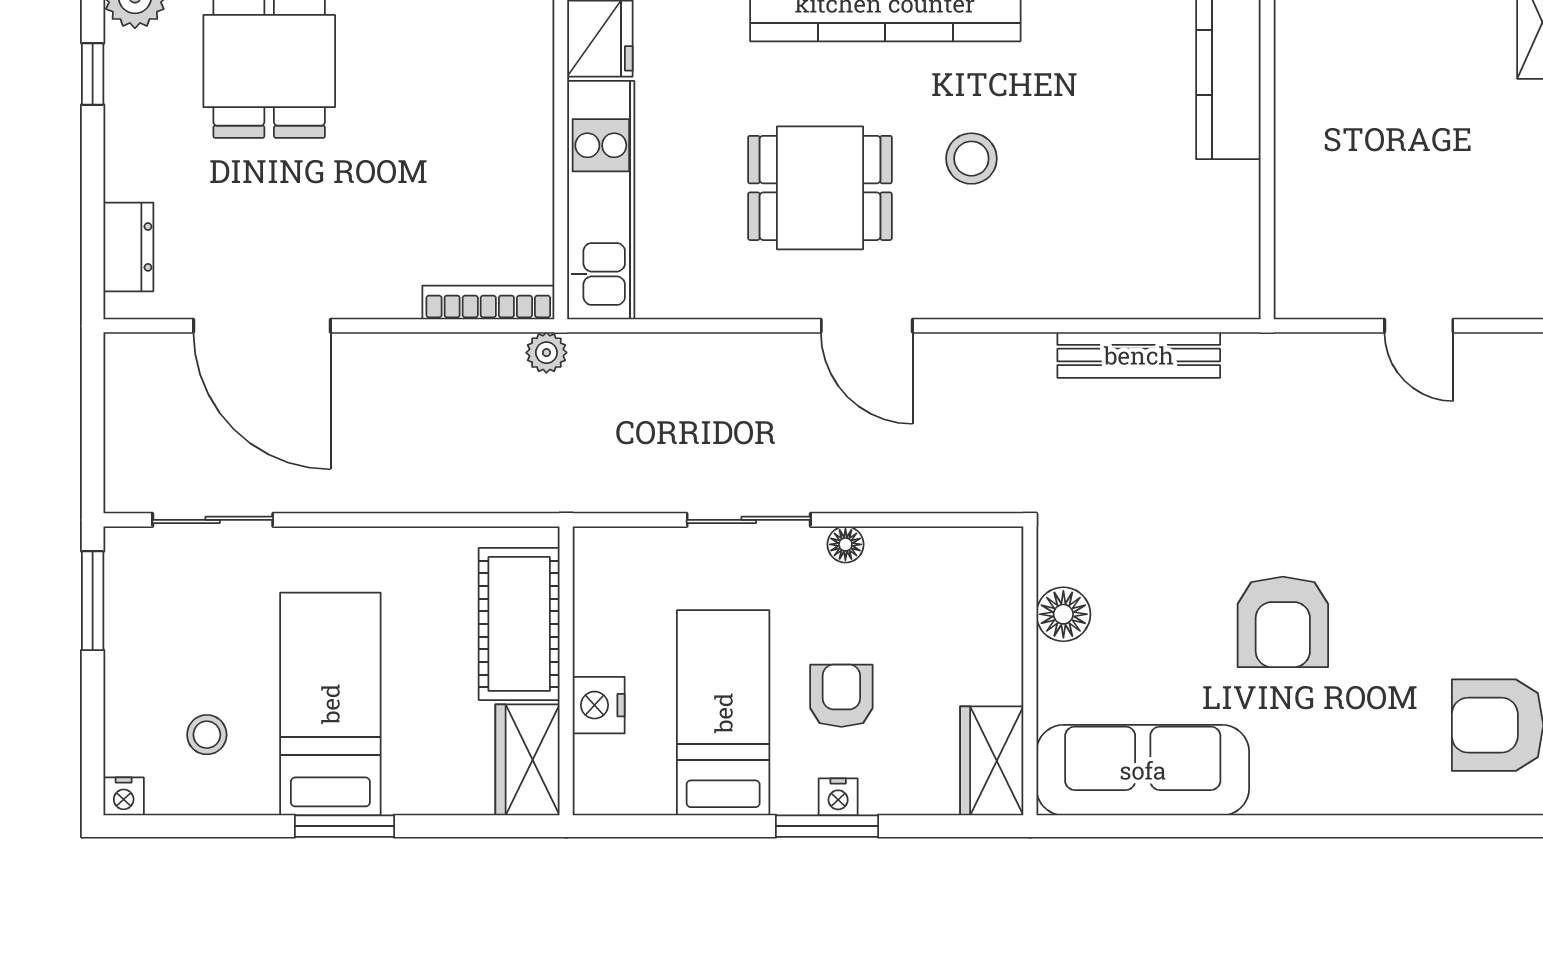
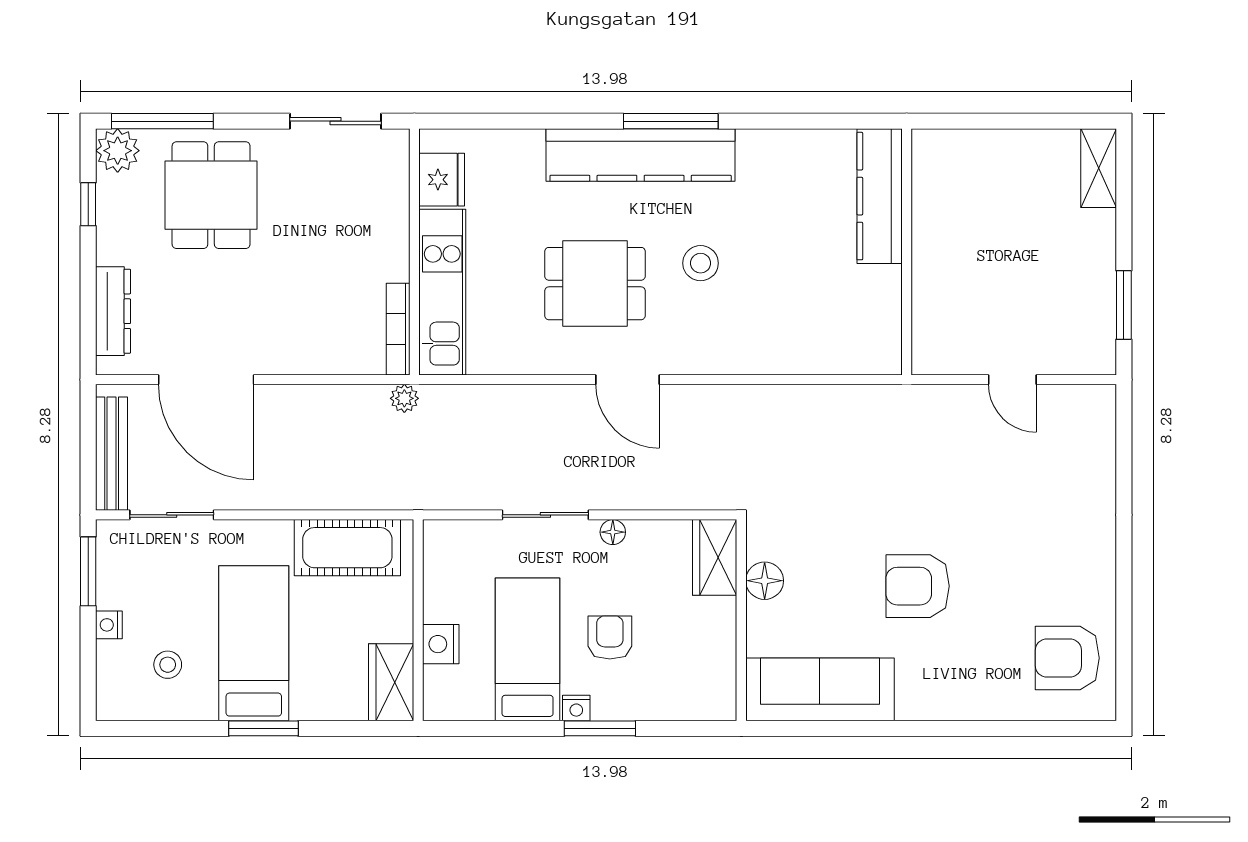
dresser: (128, 247) -> (113, 311), width x1.44
bookcase: (488, 302) -> (398, 329), moved, turned -90
bench: (1139, 355) -> (112, 454), moved, turned 90
armchair: (1283, 622) -> (918, 586), turned 90
cot: (519, 624) -> (347, 548), moved, turned 90
wardrobe: (992, 761) -> (715, 557), moved
nightstand: (124, 796) -> (109, 625), moved, turned 90
nightstand: (838, 797) -> (576, 708), moved

